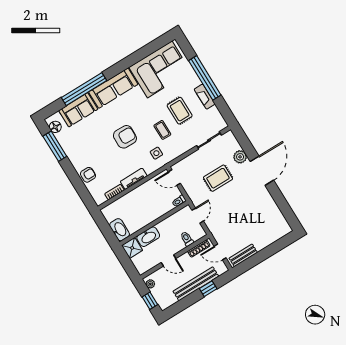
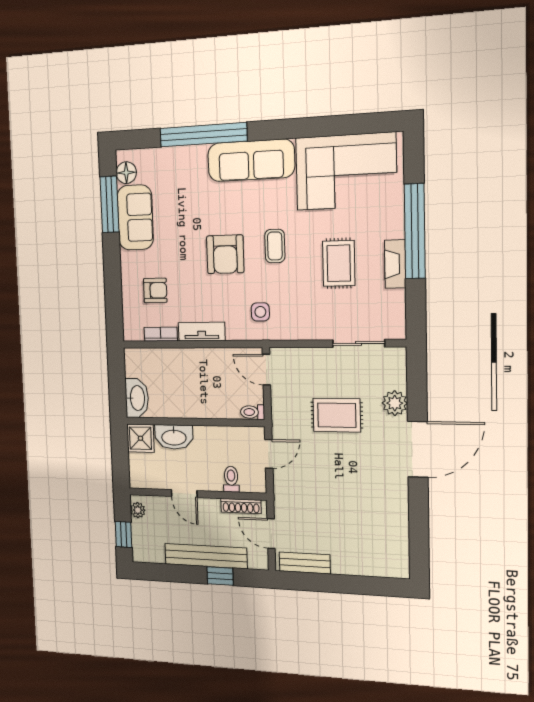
sofa: (78, 110) -> (135, 217), moved, turned -90
coffee table: (162, 130) -> (275, 246), moved
armchair: (125, 137) -> (225, 254), turned 89
armchair: (88, 175) -> (155, 290), moved

